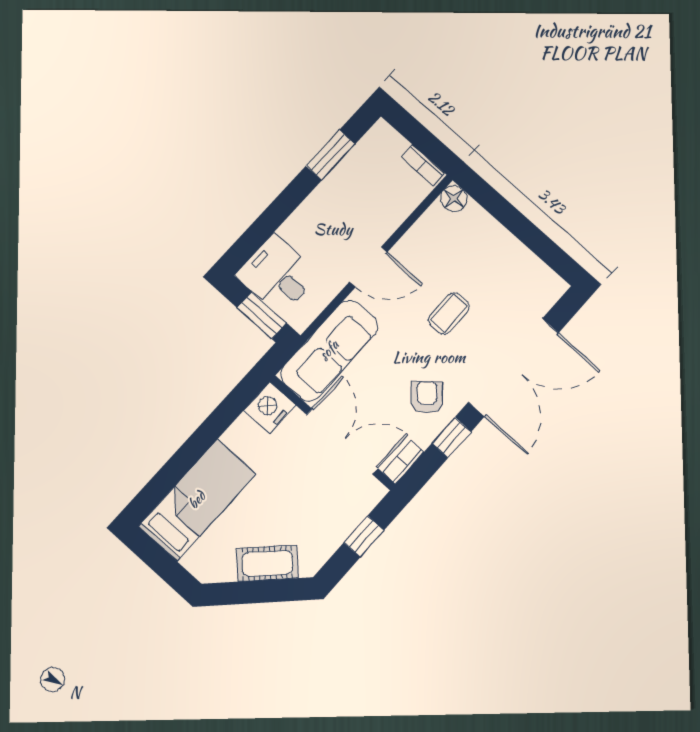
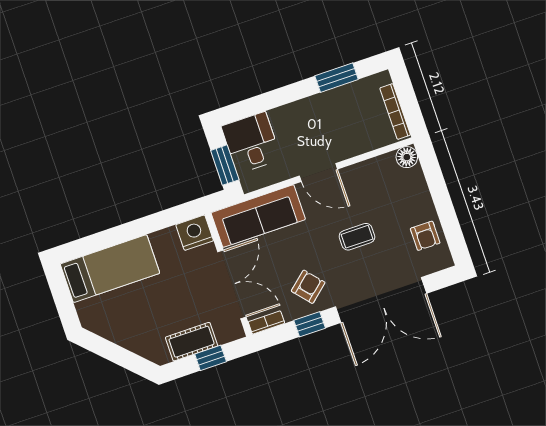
bookcase: (423, 165) -> (395, 111), width x1.56
armchair: (521, 272) -> (425, 236), added
cot: (267, 563) -> (192, 342), moved, turned -45

